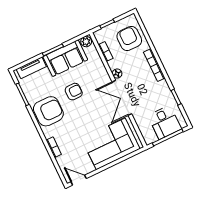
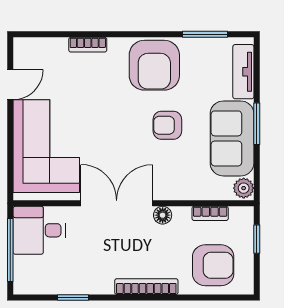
armchair: (74, 92) -> (167, 125), turned 90
desk: (165, 122) -> (39, 230), moved
door: (79, 180) -> (10, 85), moved

